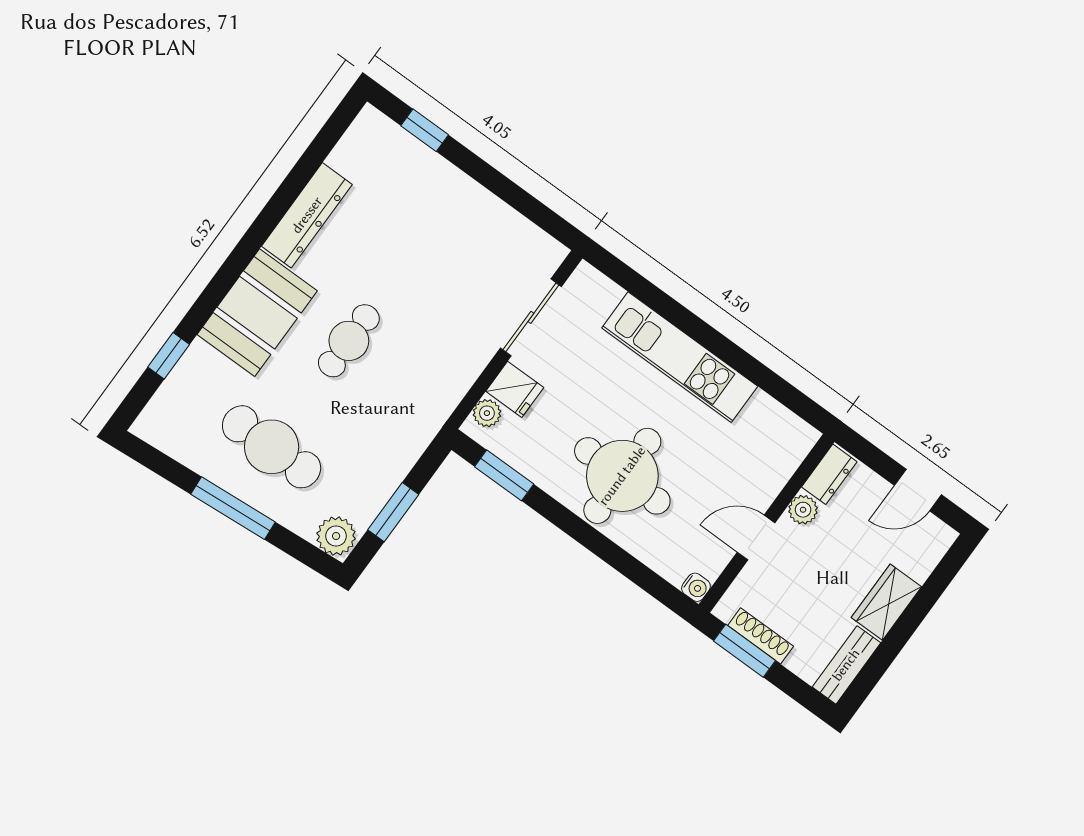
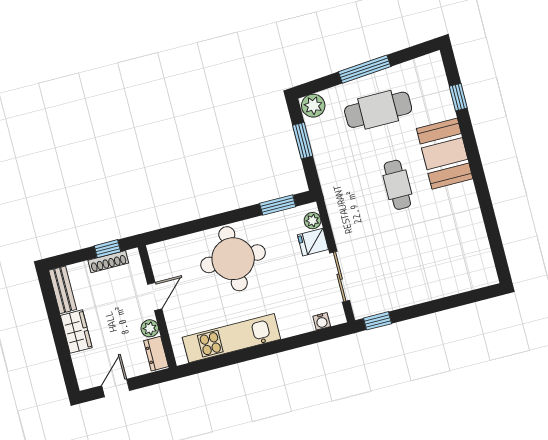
window: (425, 130) -> (378, 321), moved
dresser: (307, 215) -> (470, 213), removed
kitchen unit: (680, 357) -> (231, 338), moved
water cooler: (696, 587) -> (322, 321), moved, turned -90
window: (745, 651) -> (107, 249), width x0.67

